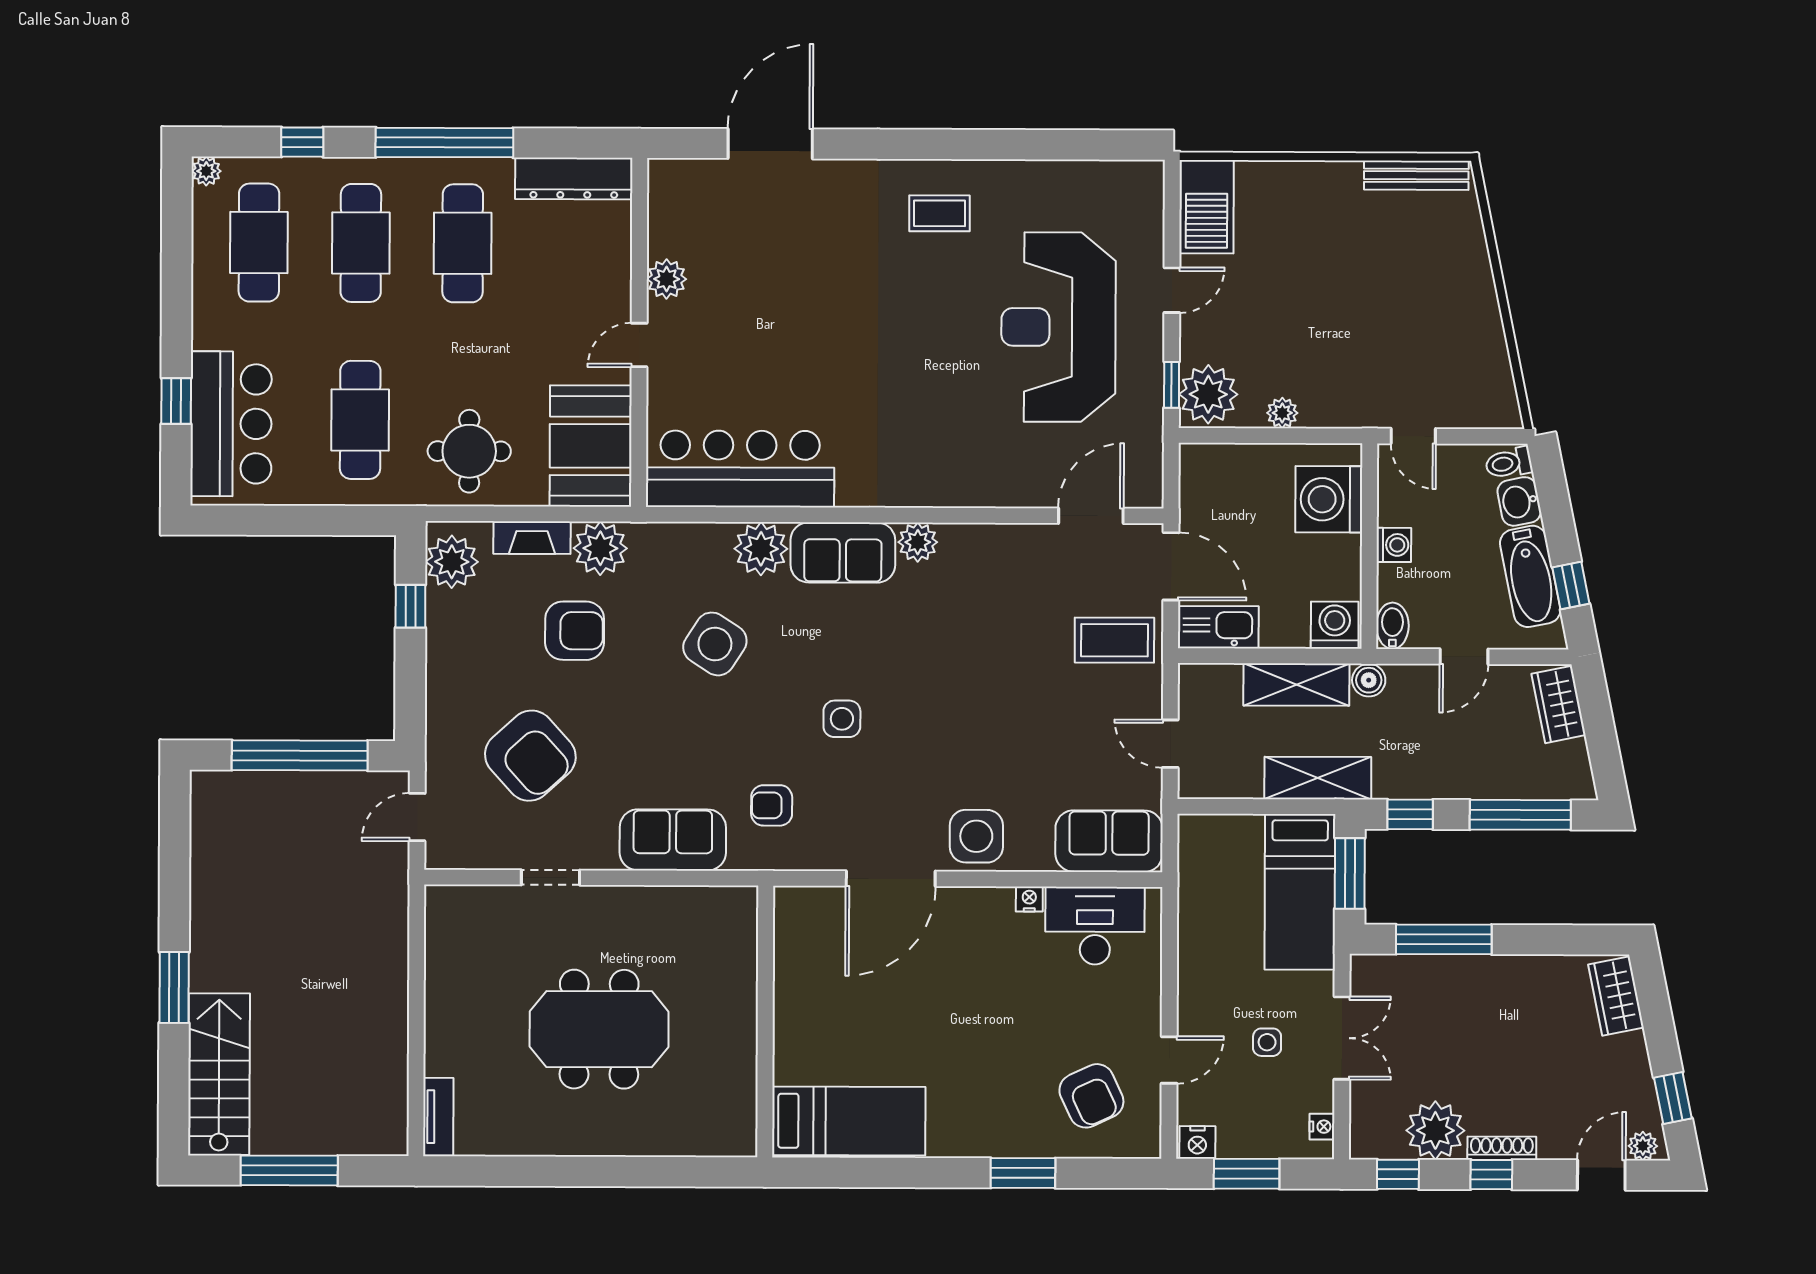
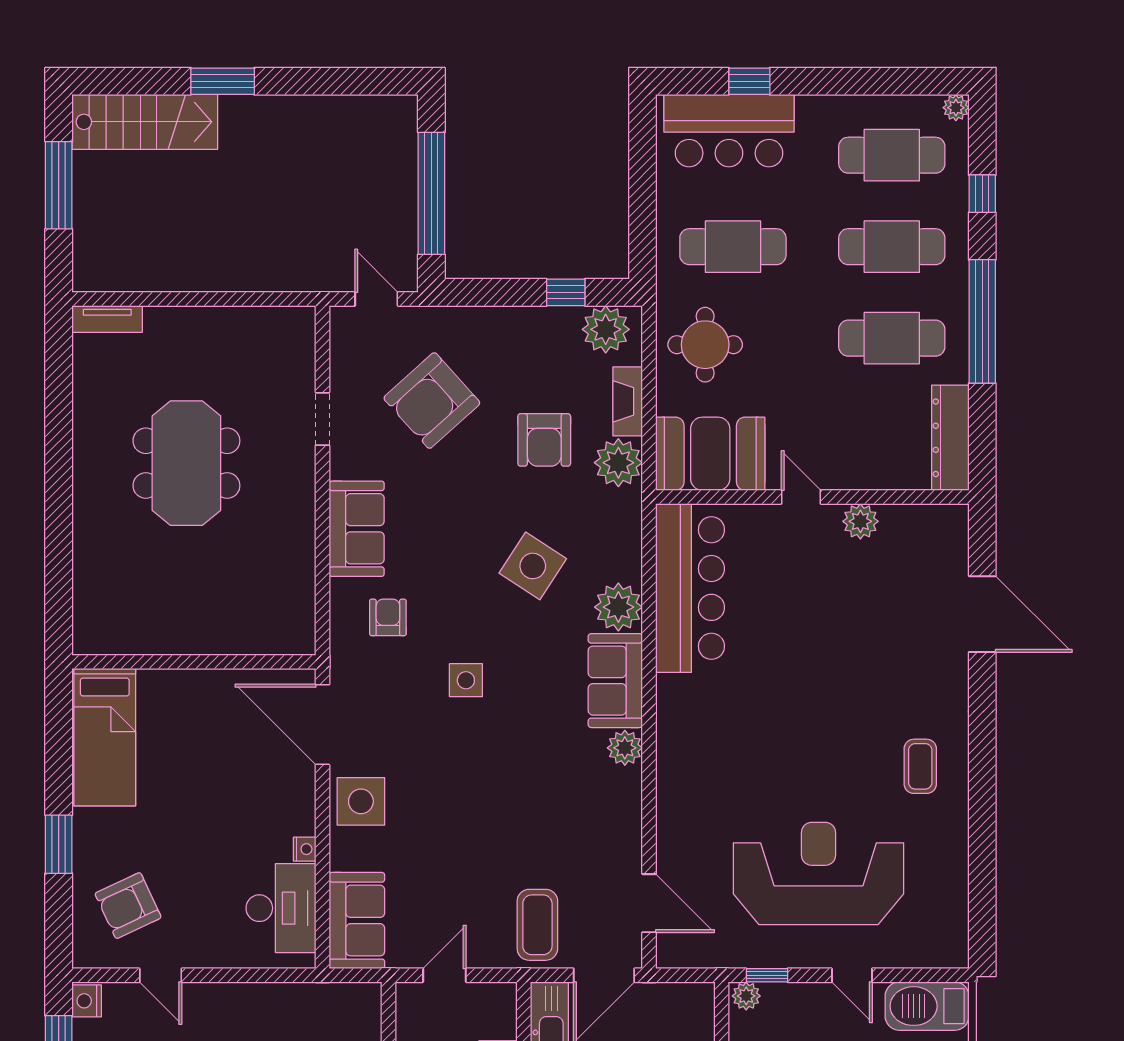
plant: (1208, 394) -> (746, 996), width x0.53, depth x0.53
wall: (765, 1021) -> (194, 662), moved
bed: (849, 1121) -> (105, 737), moved

